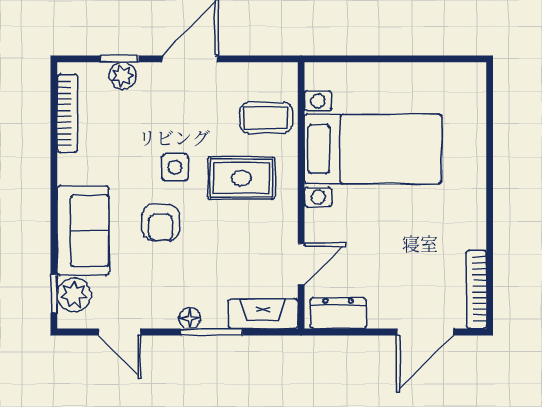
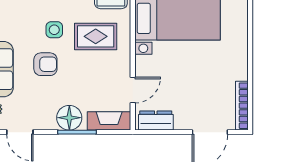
armchair: (161, 223) -> (45, 64), turned -90
floor lamp: (190, 318) -> (69, 118), width x1.89, depth x1.89

